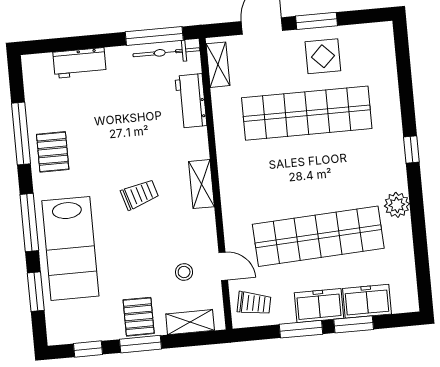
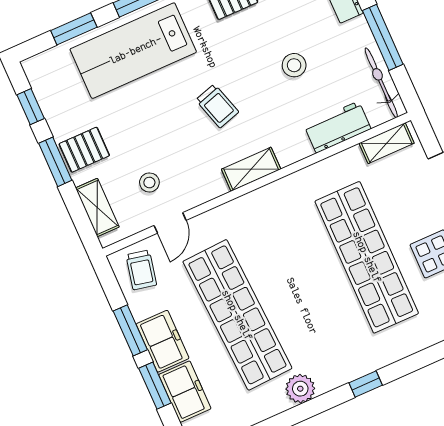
window: (154, 36) -> (383, 37), moved
stool: (127, 119) -> (294, 65), added

